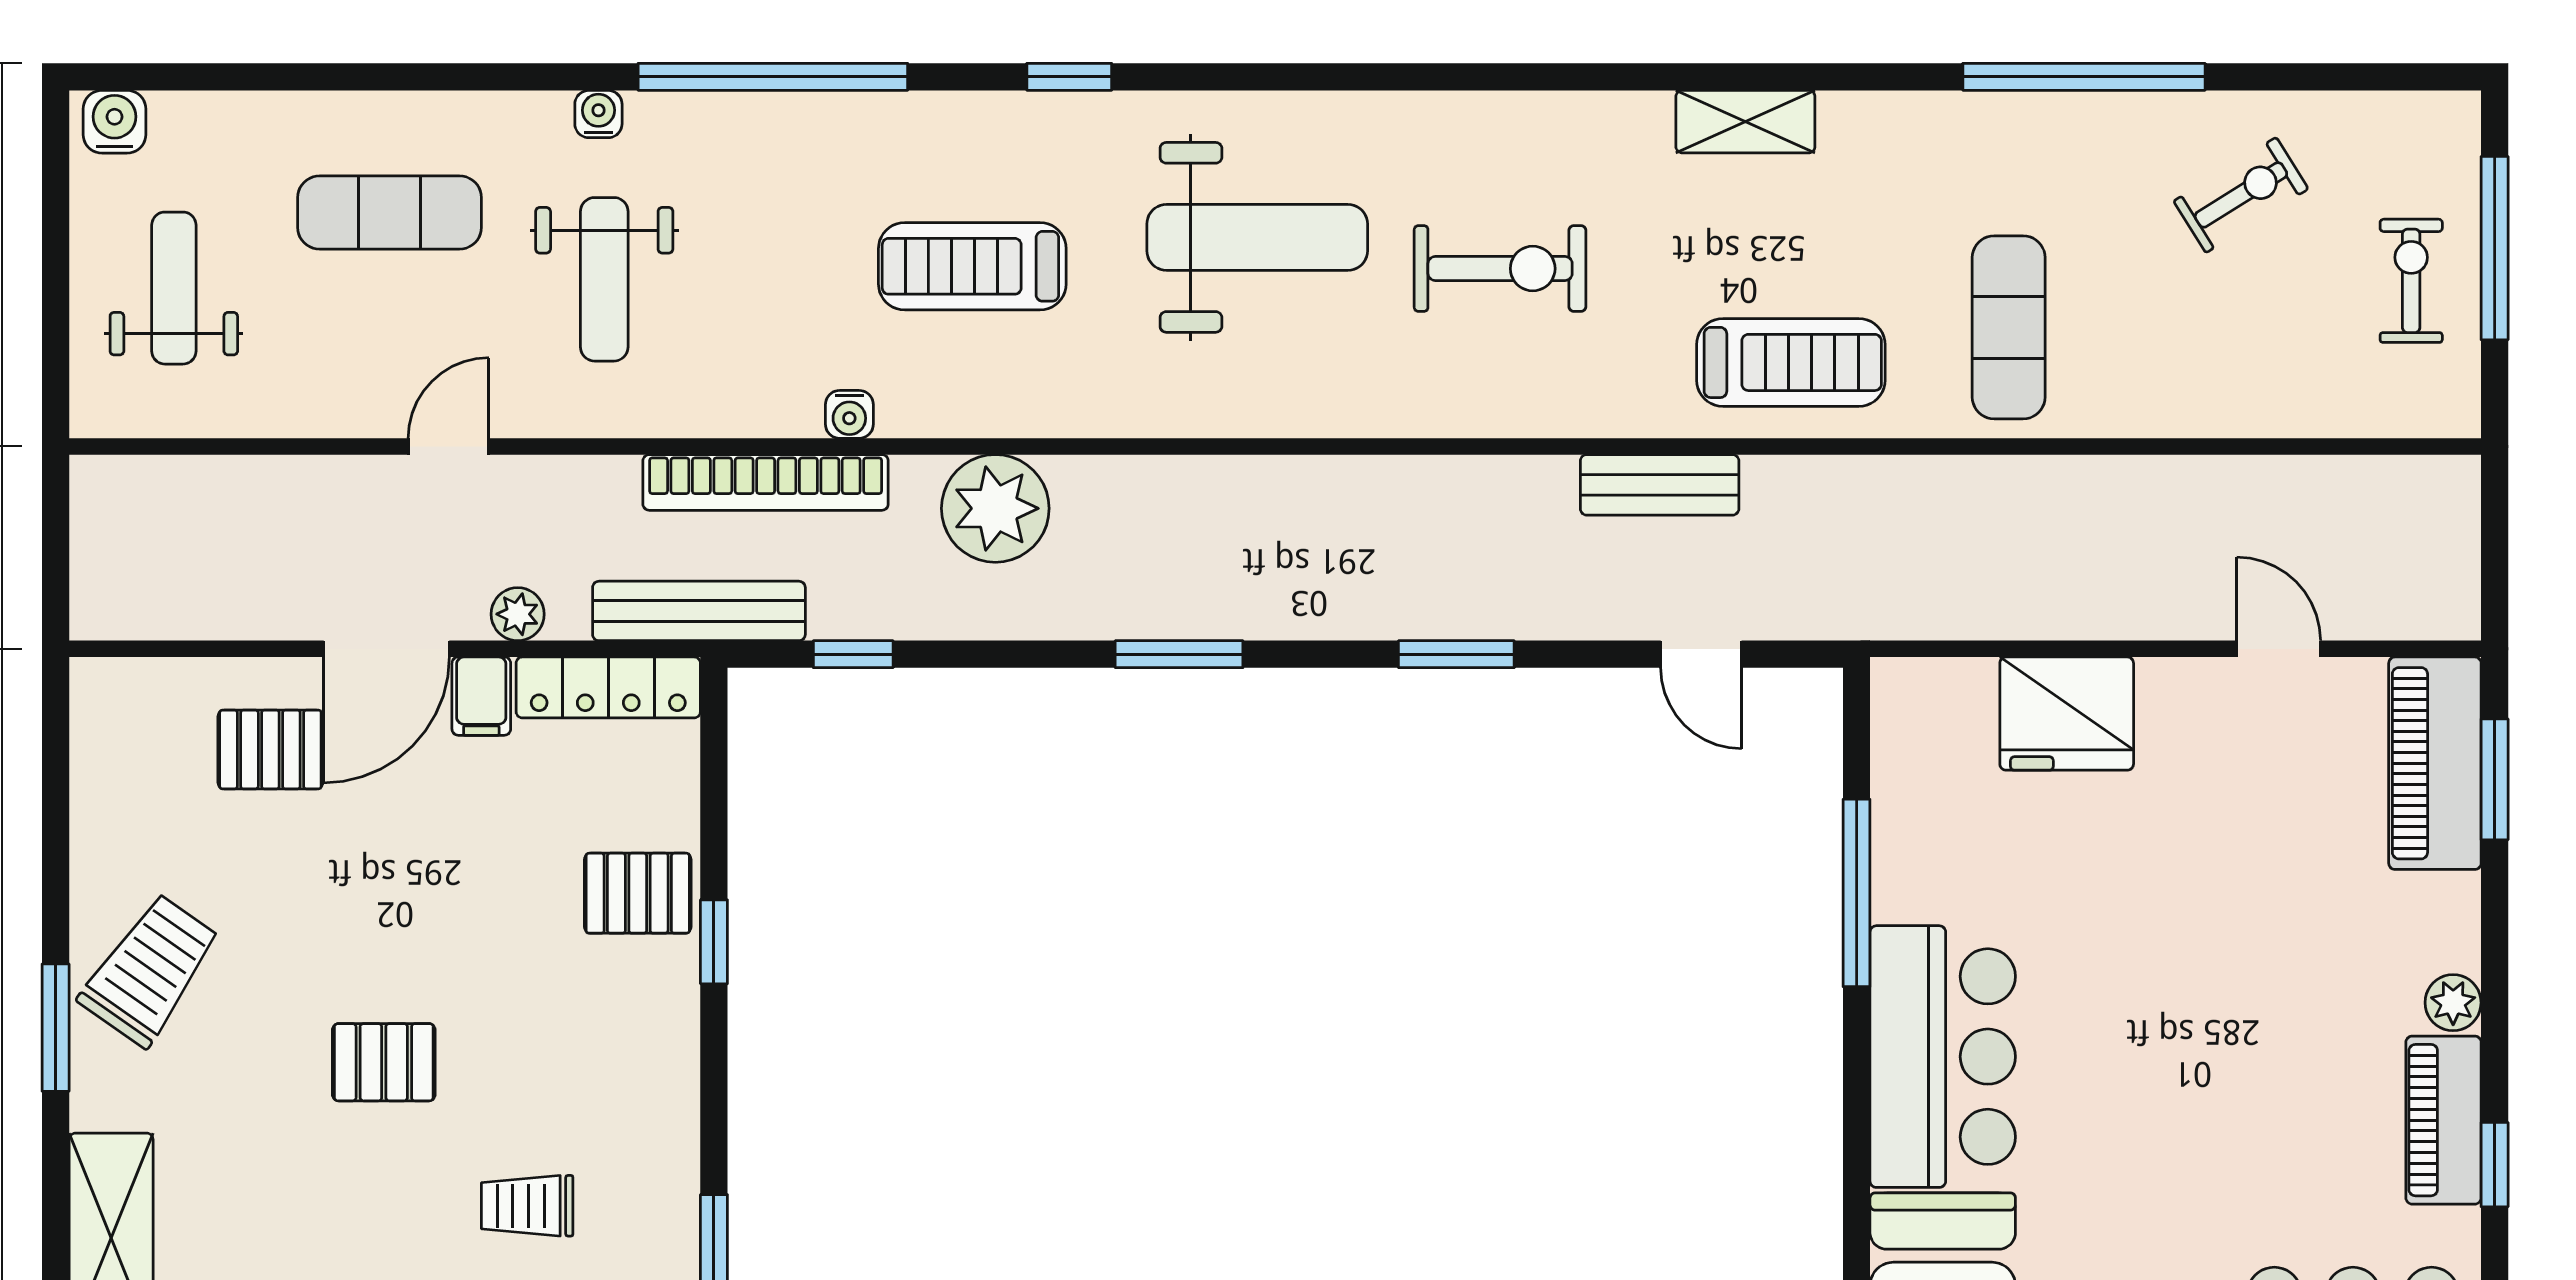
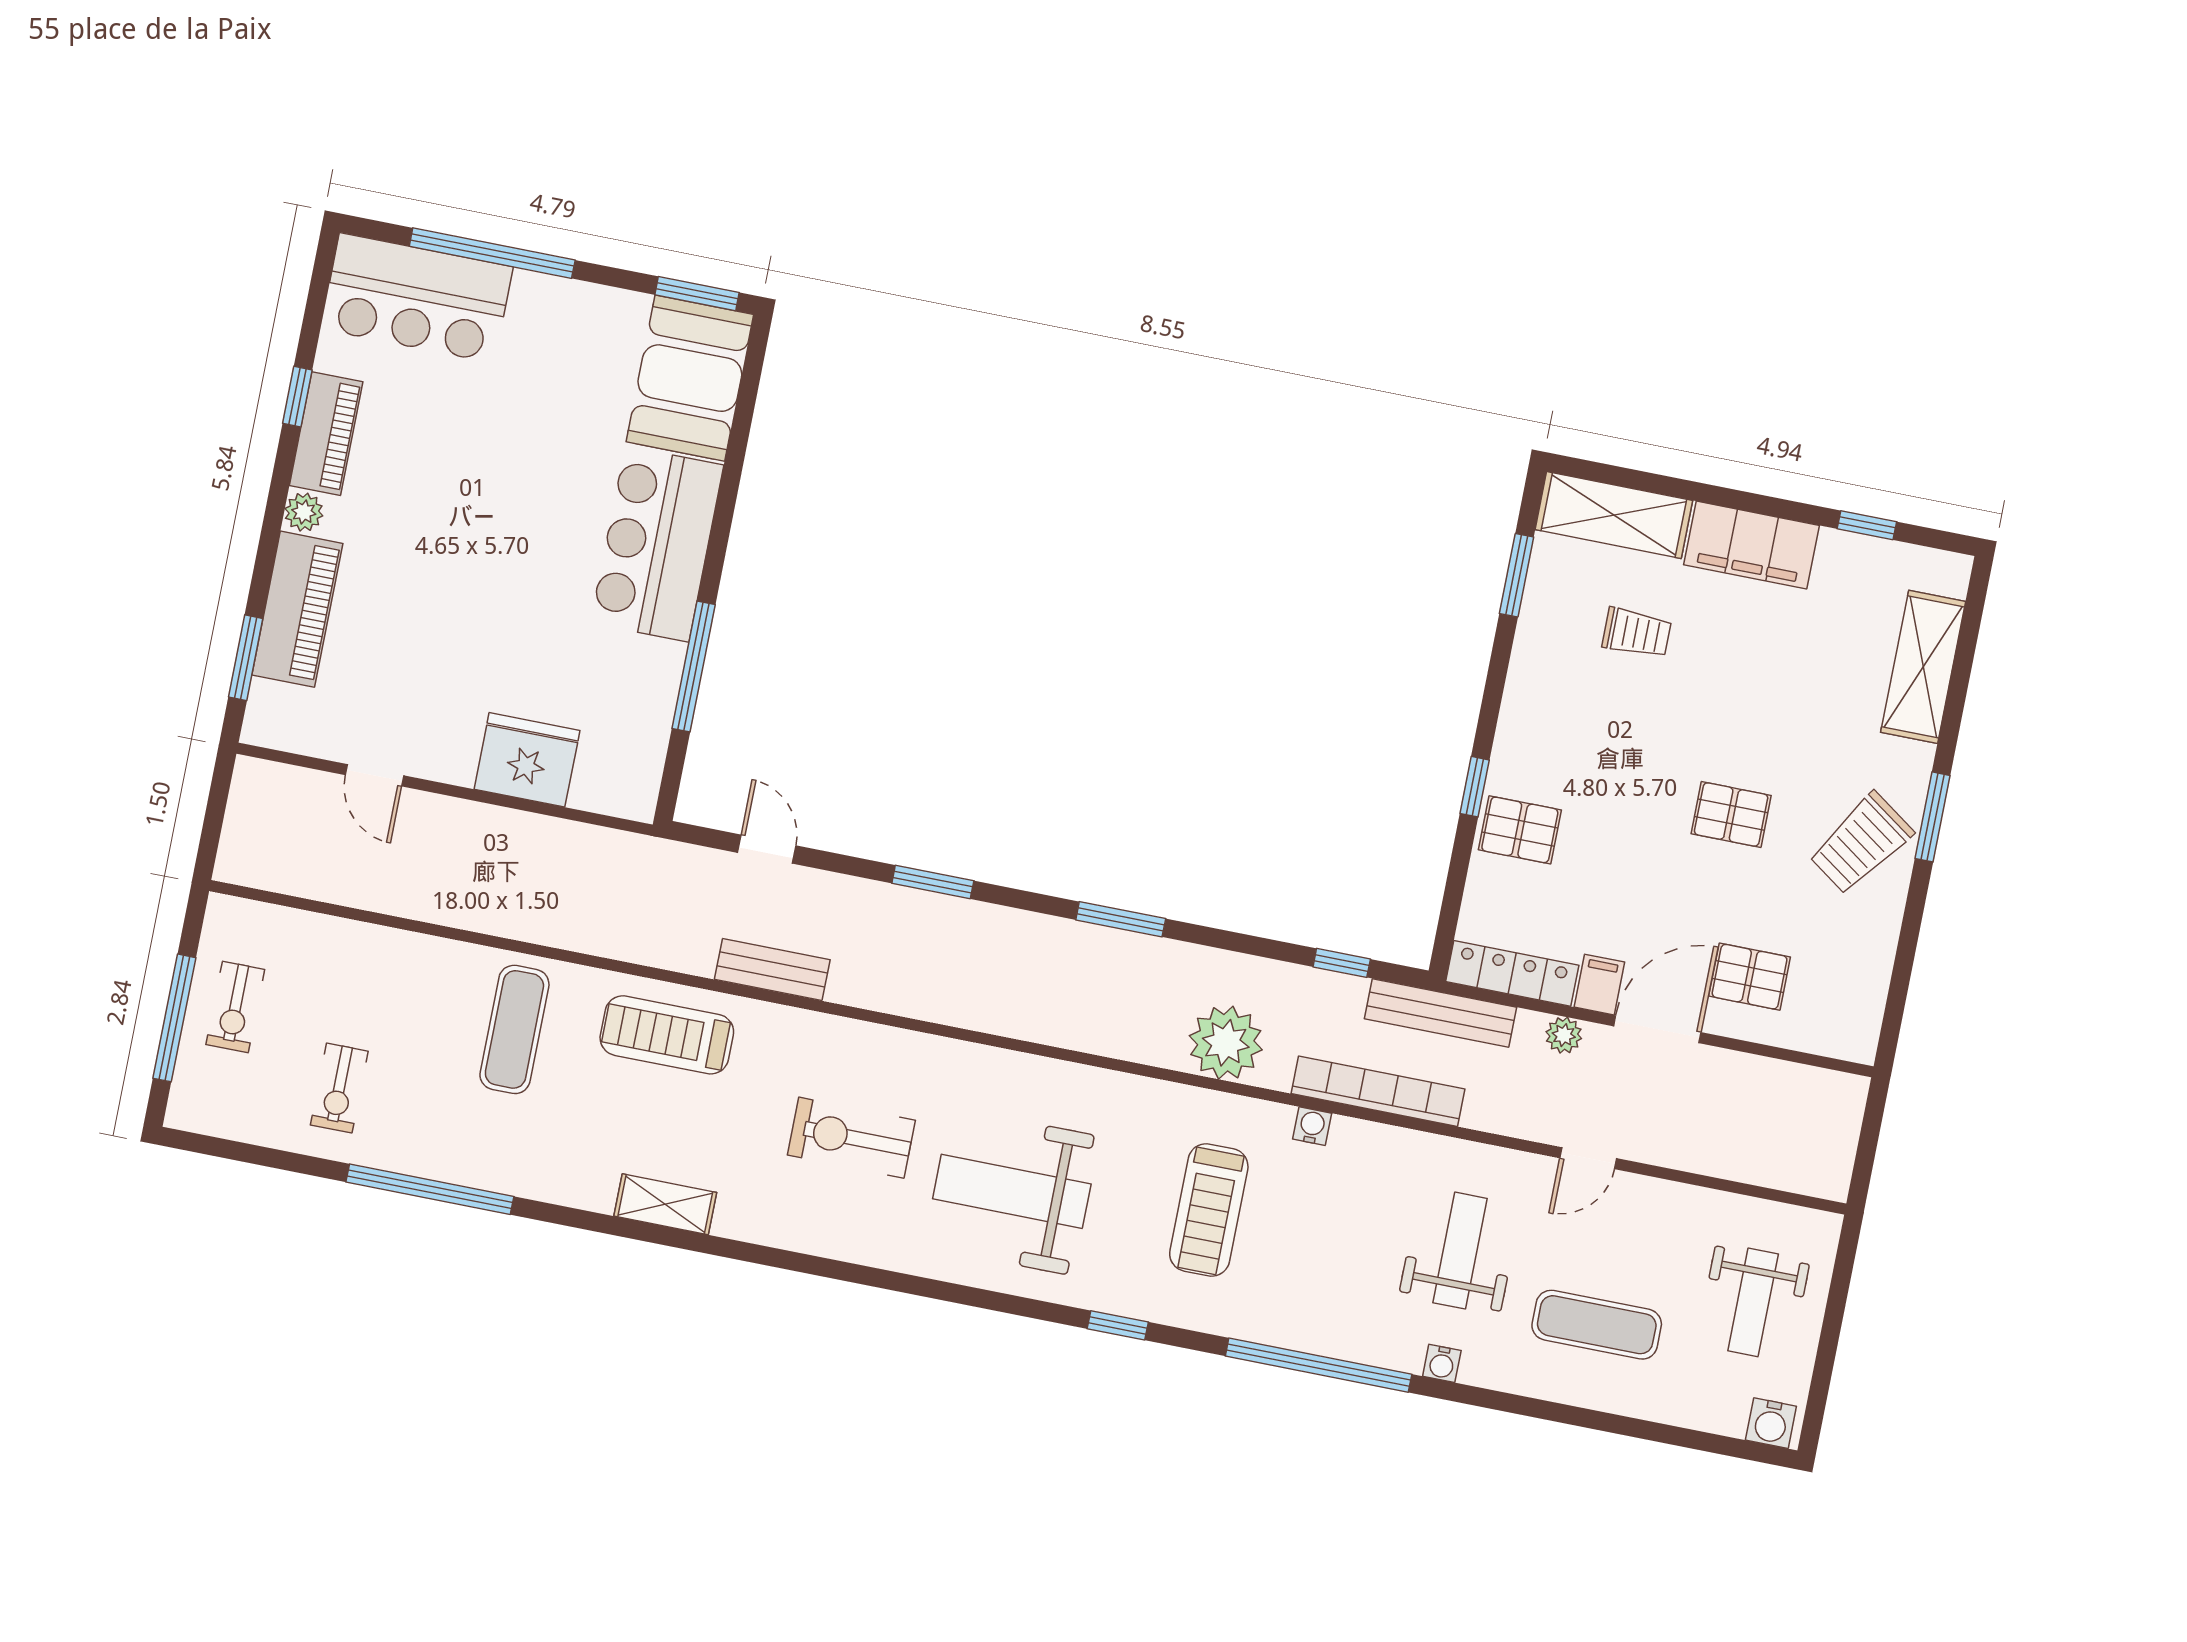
exercise bike: (2241, 195) -> (339, 1088), turned -58
treadmill: (972, 266) -> (1209, 1210), turned 90
piano: (2435, 763) -> (297, 609), moved
pallet: (384, 1062) -> (1731, 815), moved

